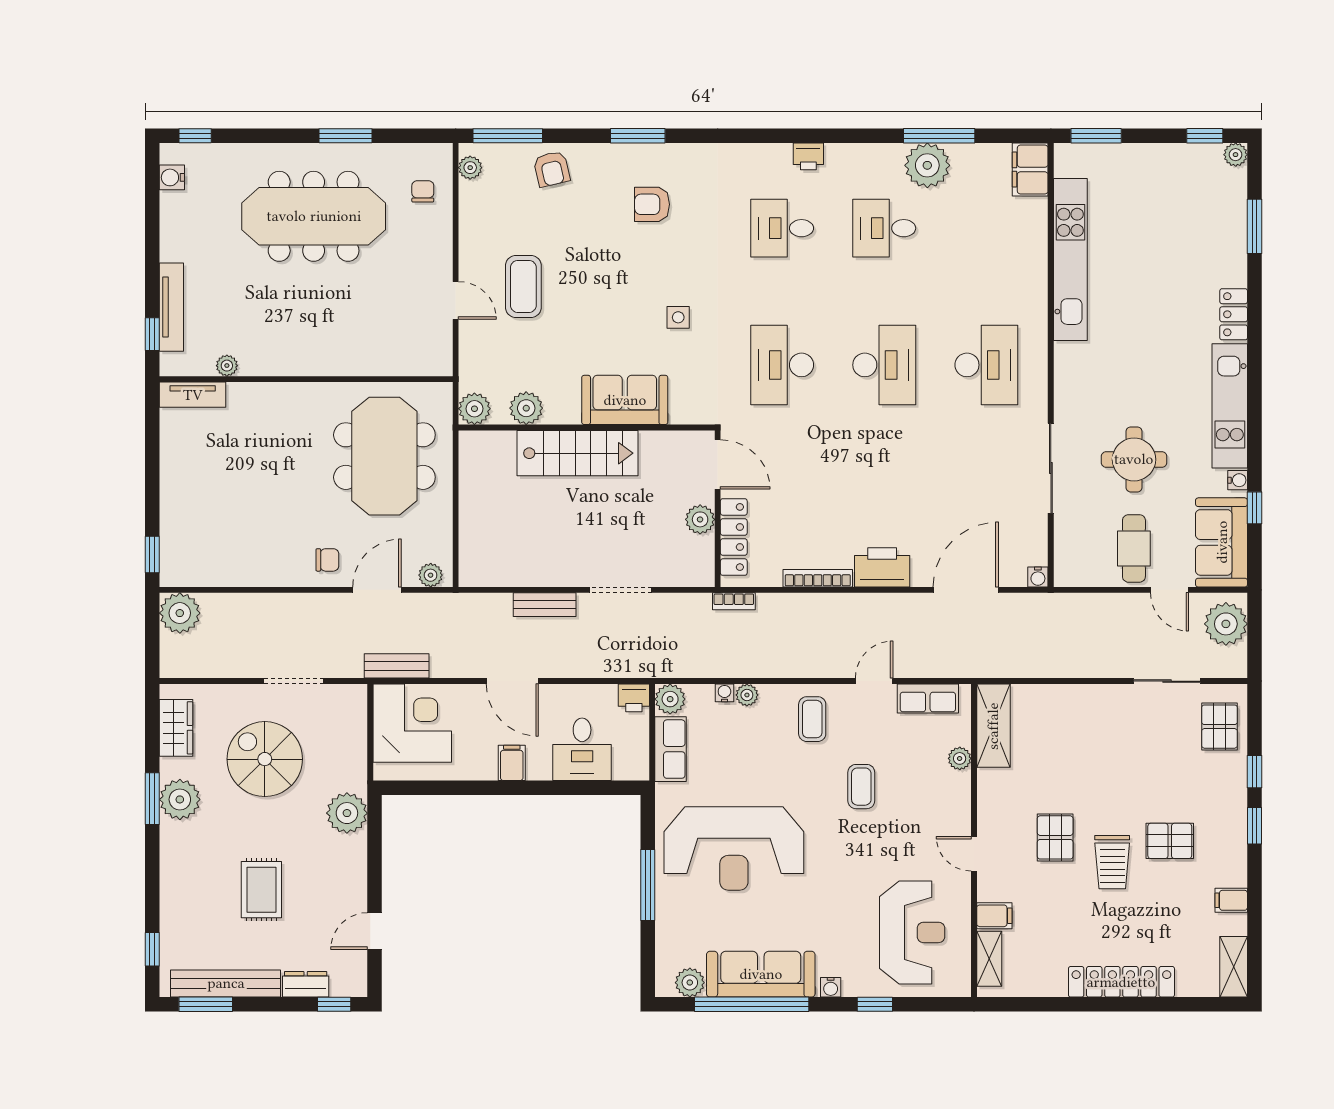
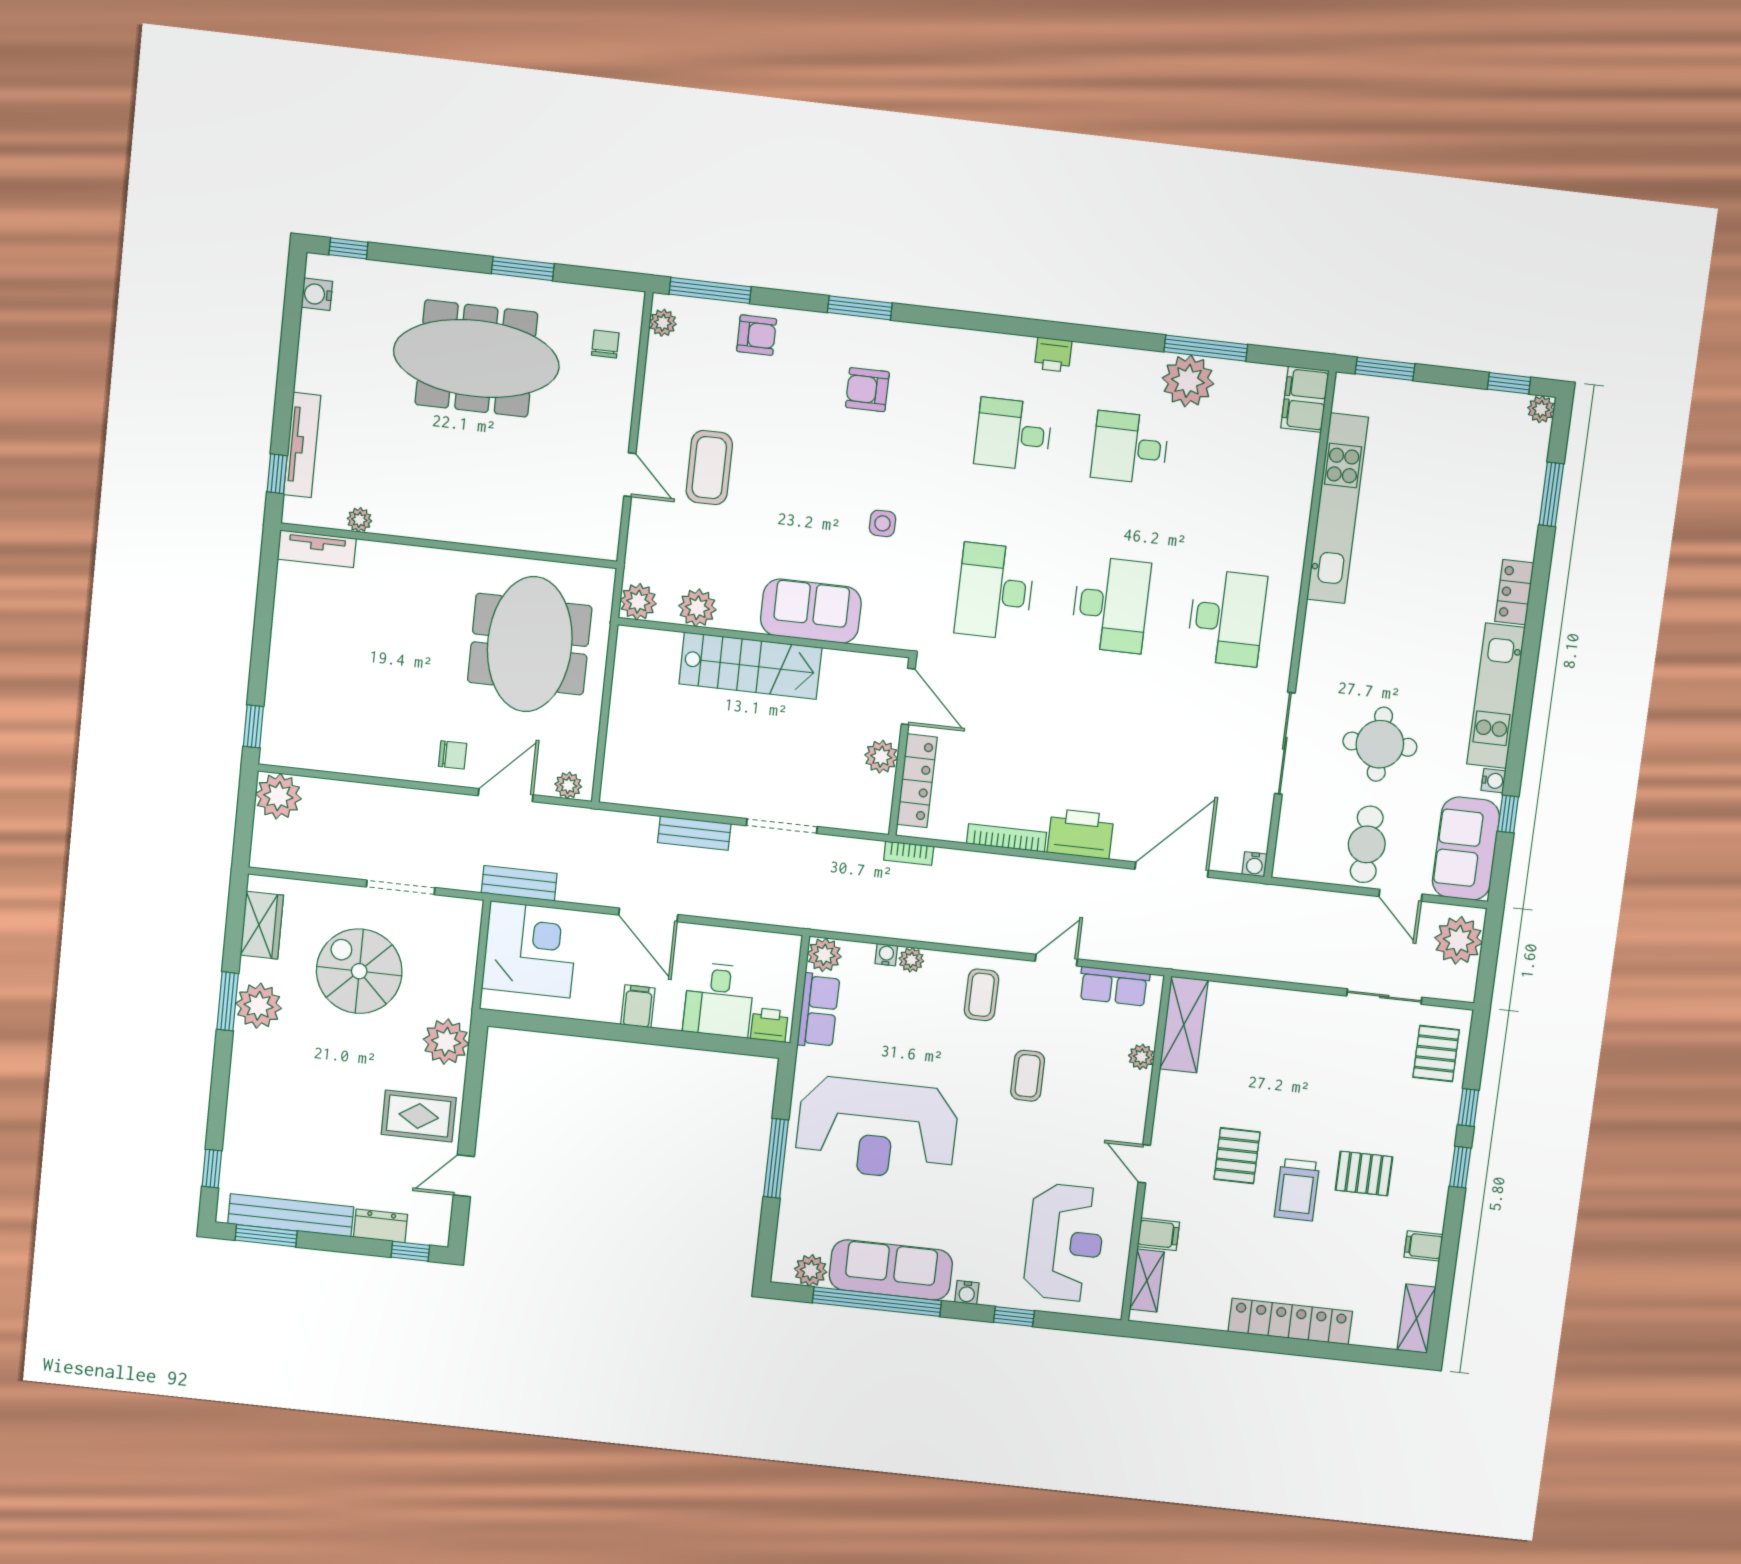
armchair: (552, 169) -> (757, 335), turned -77
printer: (634, 698) -> (769, 1025), moved, turned 180
rug: (261, 890) -> (419, 1116), moved, turned 90

